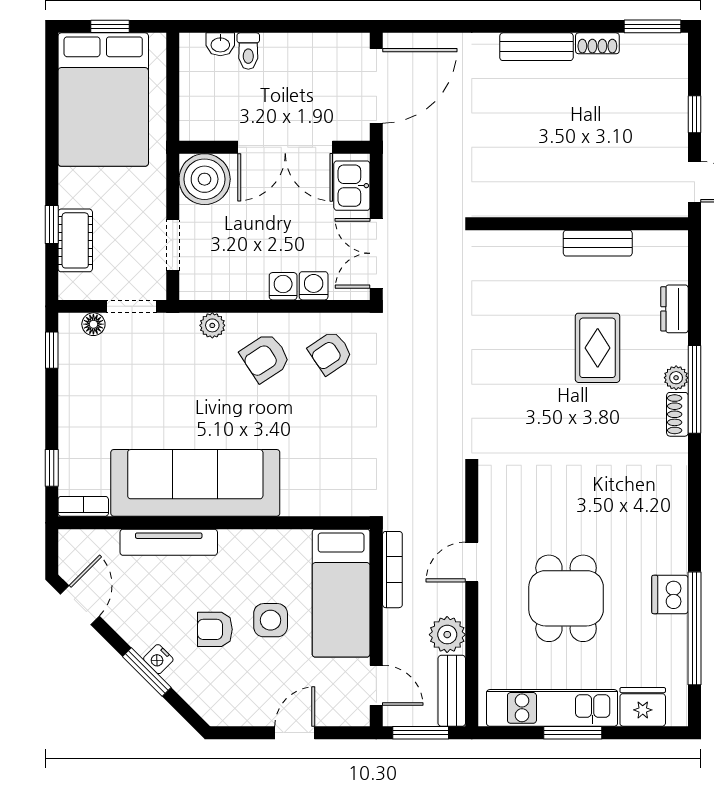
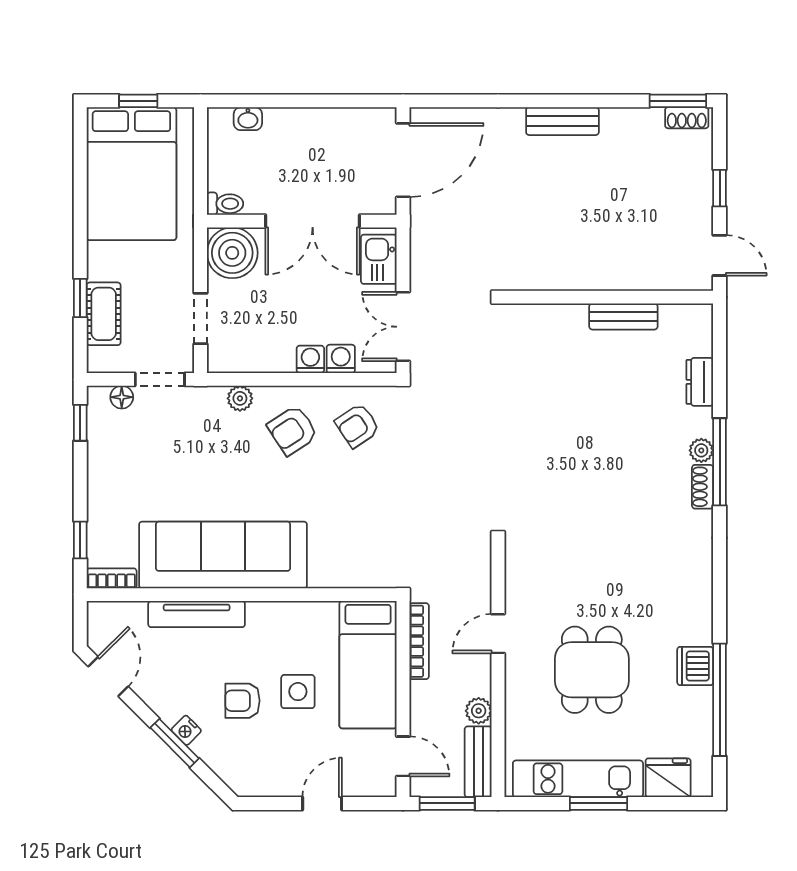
shoe rack: (597, 43) -> (687, 118), moved
toilet: (248, 51) -> (225, 204), moved, turned -90
rug: (598, 348) -> (623, 421), removed
plant: (447, 635) -> (479, 711), width x0.73, depth x0.73

